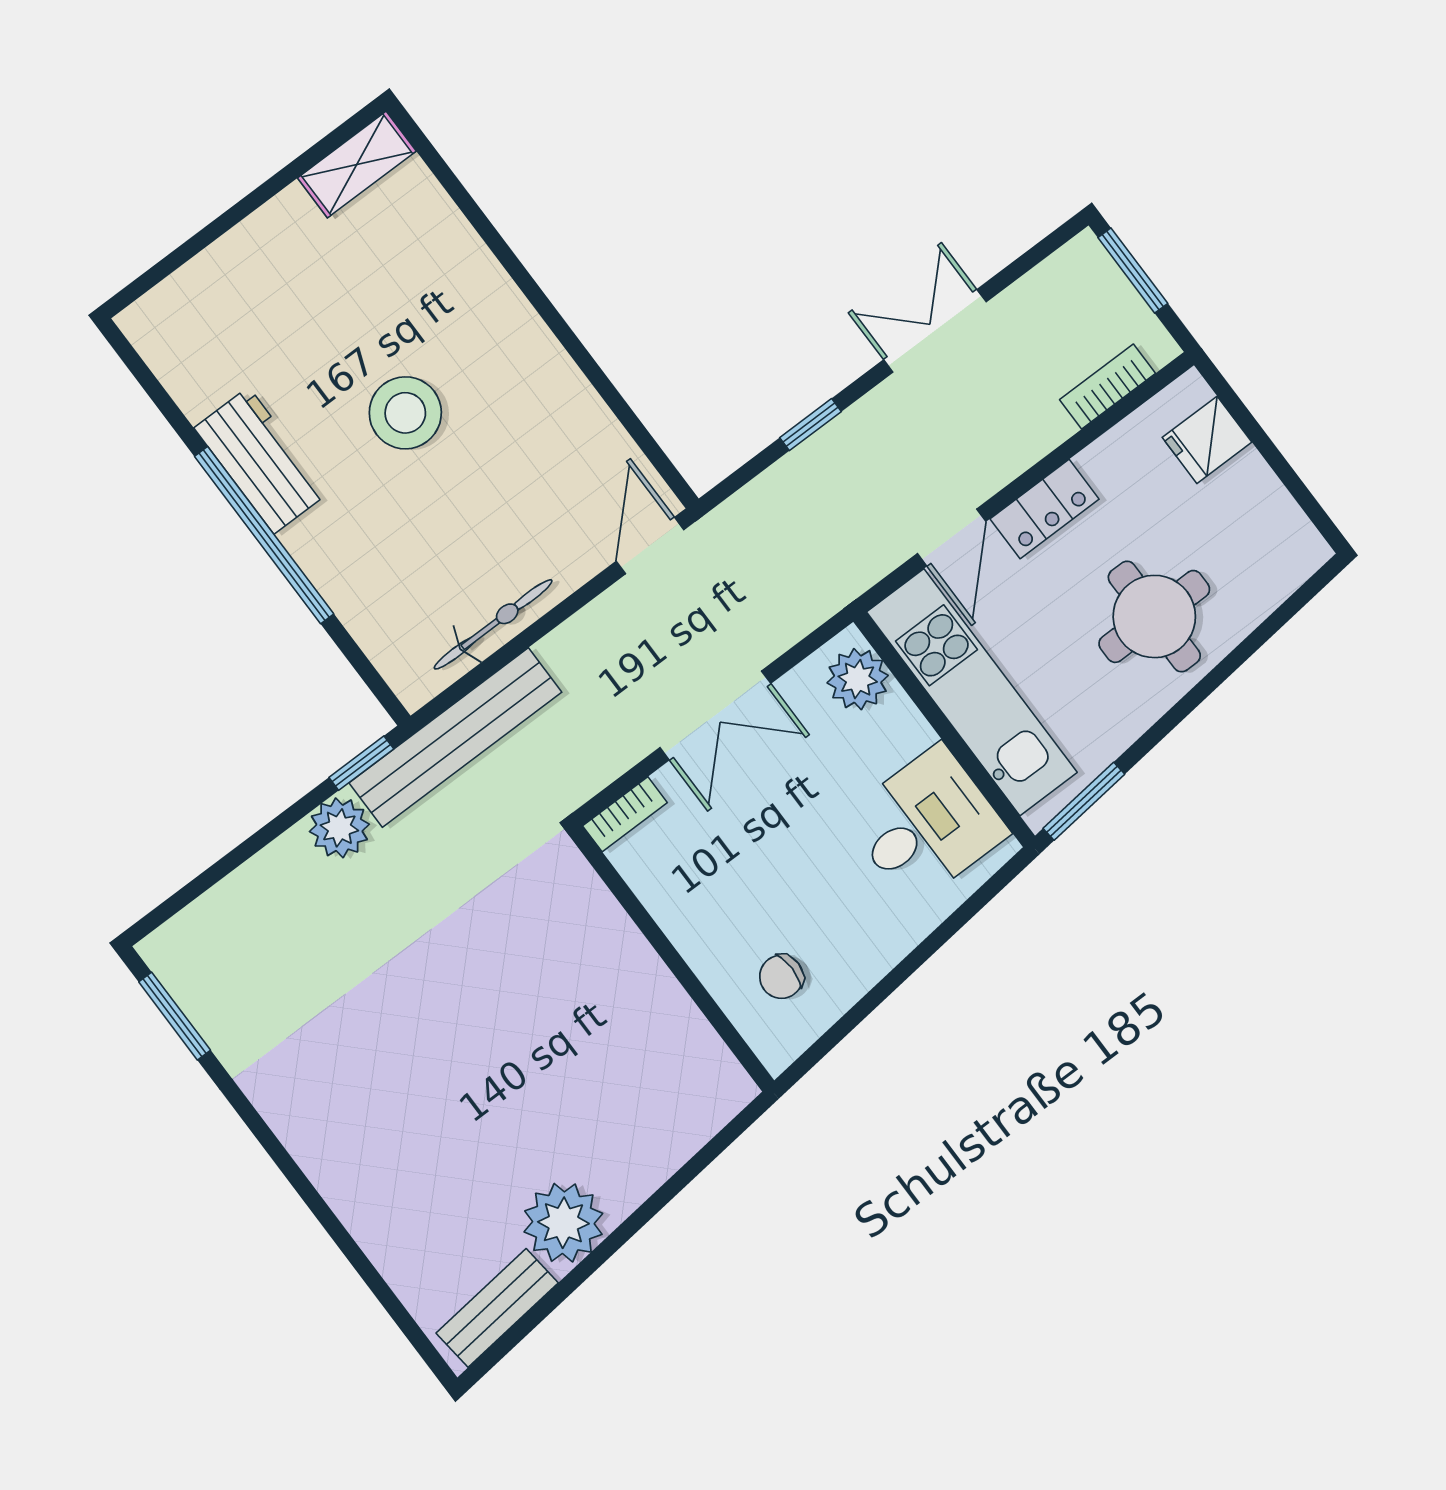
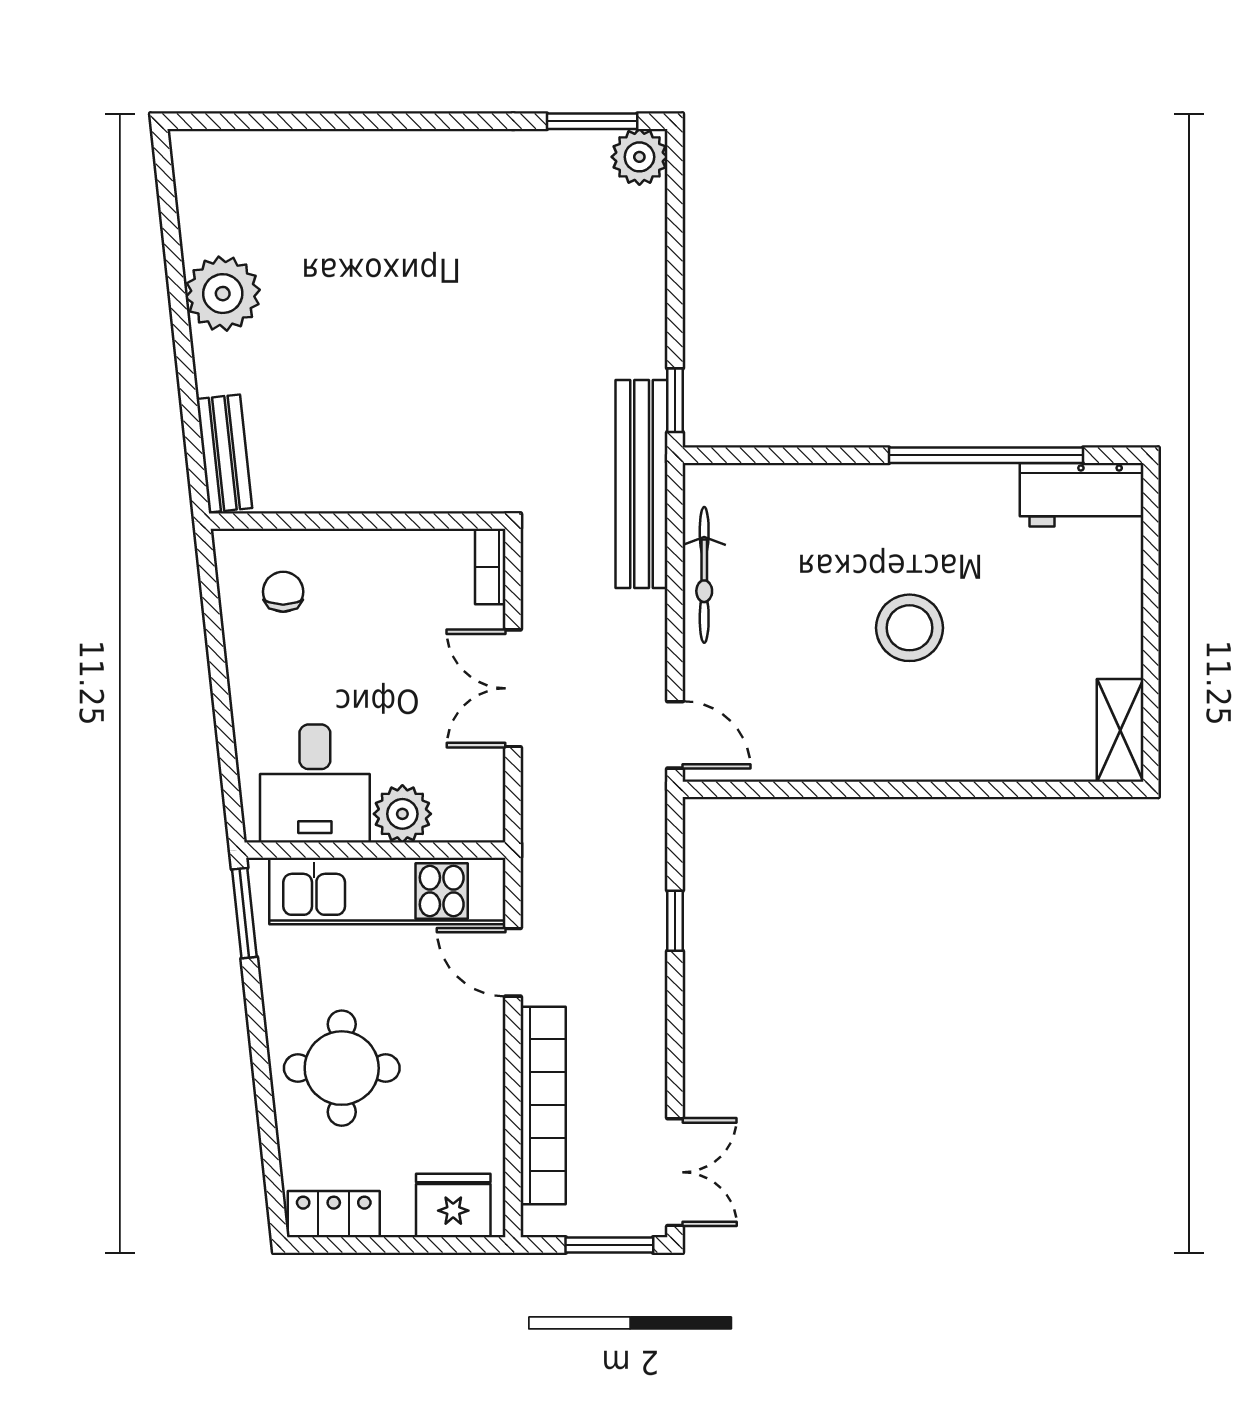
double door: (935, 331) -> (675, 1172), moved
bookcase: (1107, 387) -> (543, 1105), width x2.31, depth x1.31
fridge: (1207, 440) -> (453, 1205), width x1.38
workbench: (261, 460) -> (1082, 495), moved
locker: (1045, 509) -> (334, 1214), moved, turned 90
window: (264, 535) -> (986, 455), moved
plant: (858, 679) -> (402, 814), moved
plant: (339, 828) -> (639, 157), moved
bench: (497, 1308) -> (224, 454), moved

